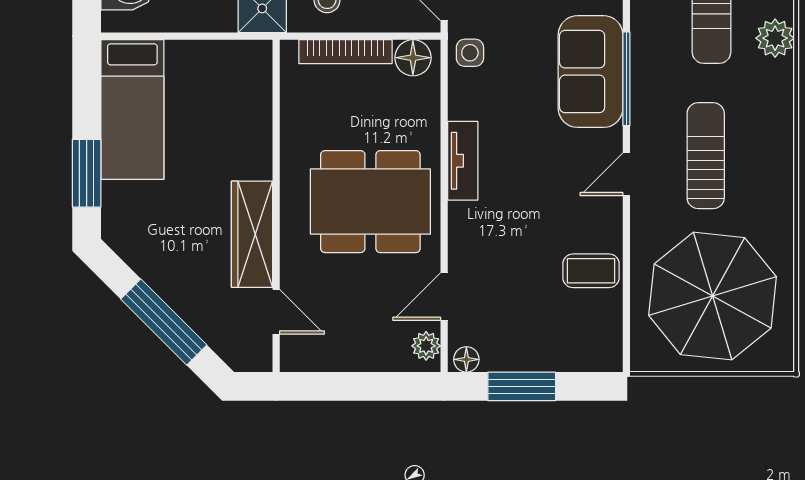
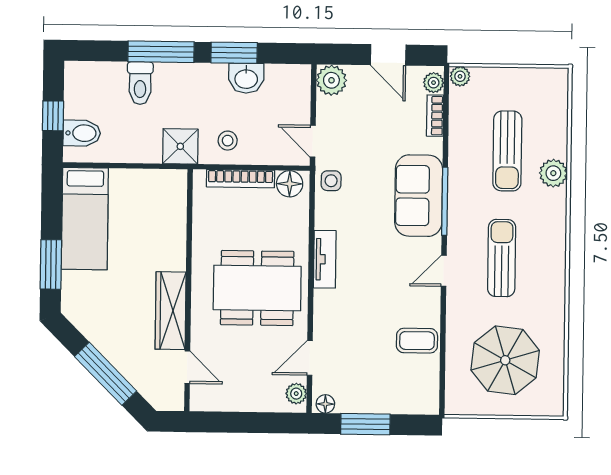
parasol: (713, 296) -> (505, 360), width x0.73, depth x0.73

